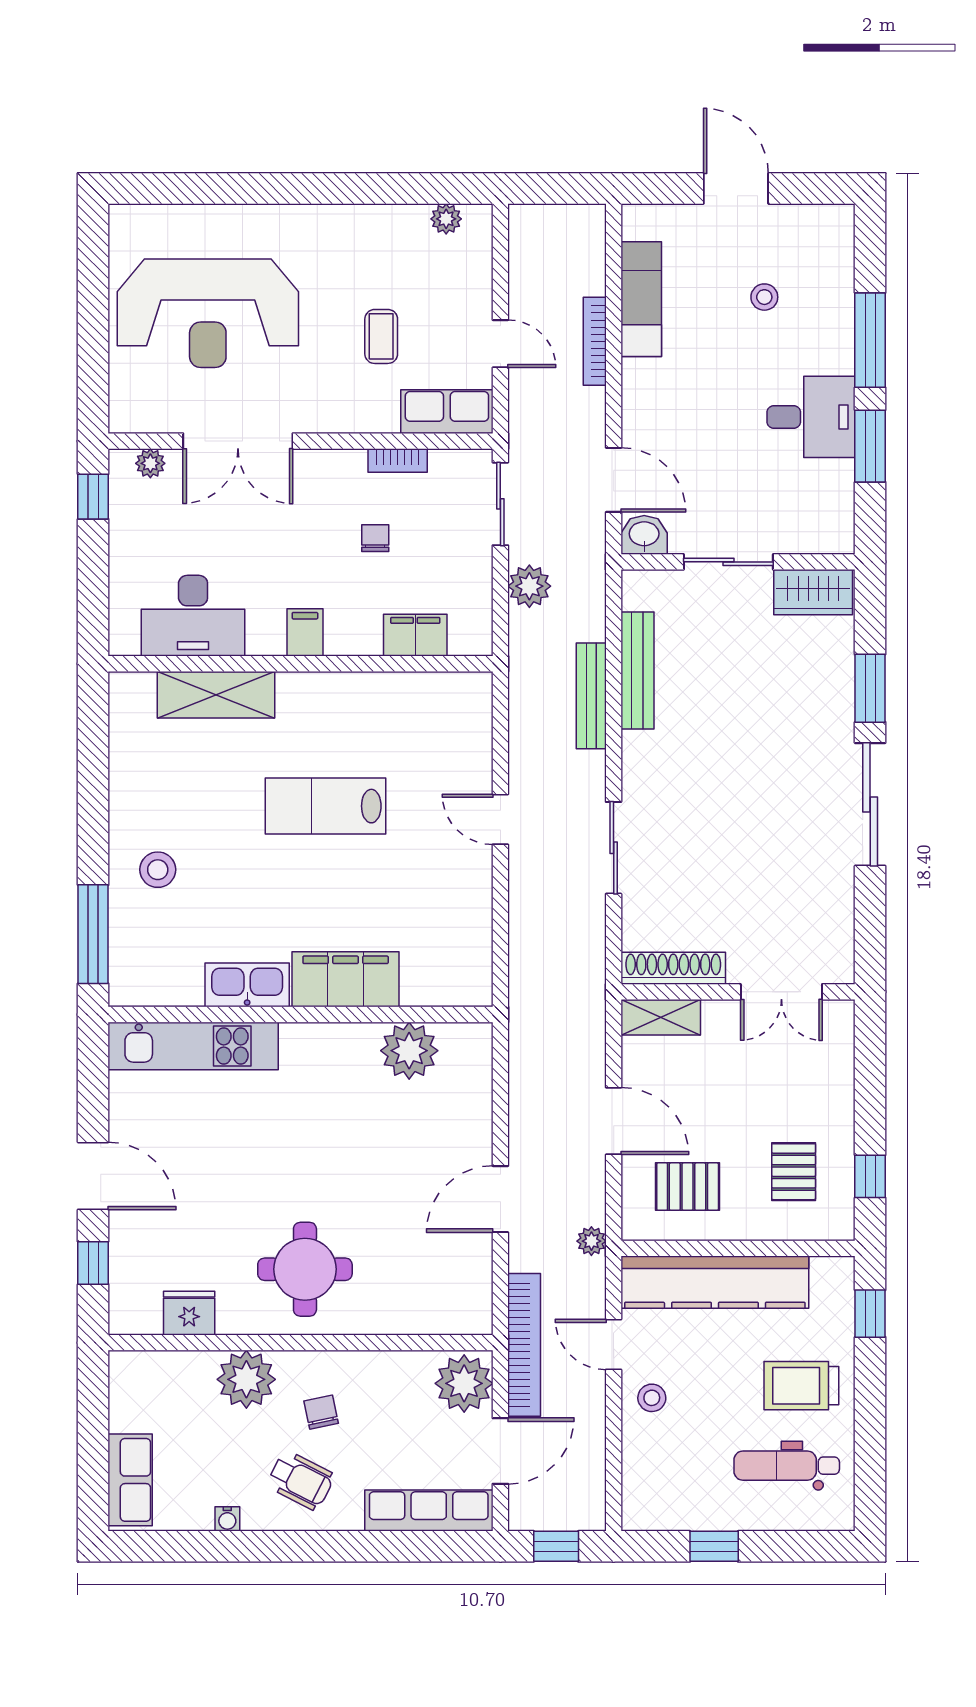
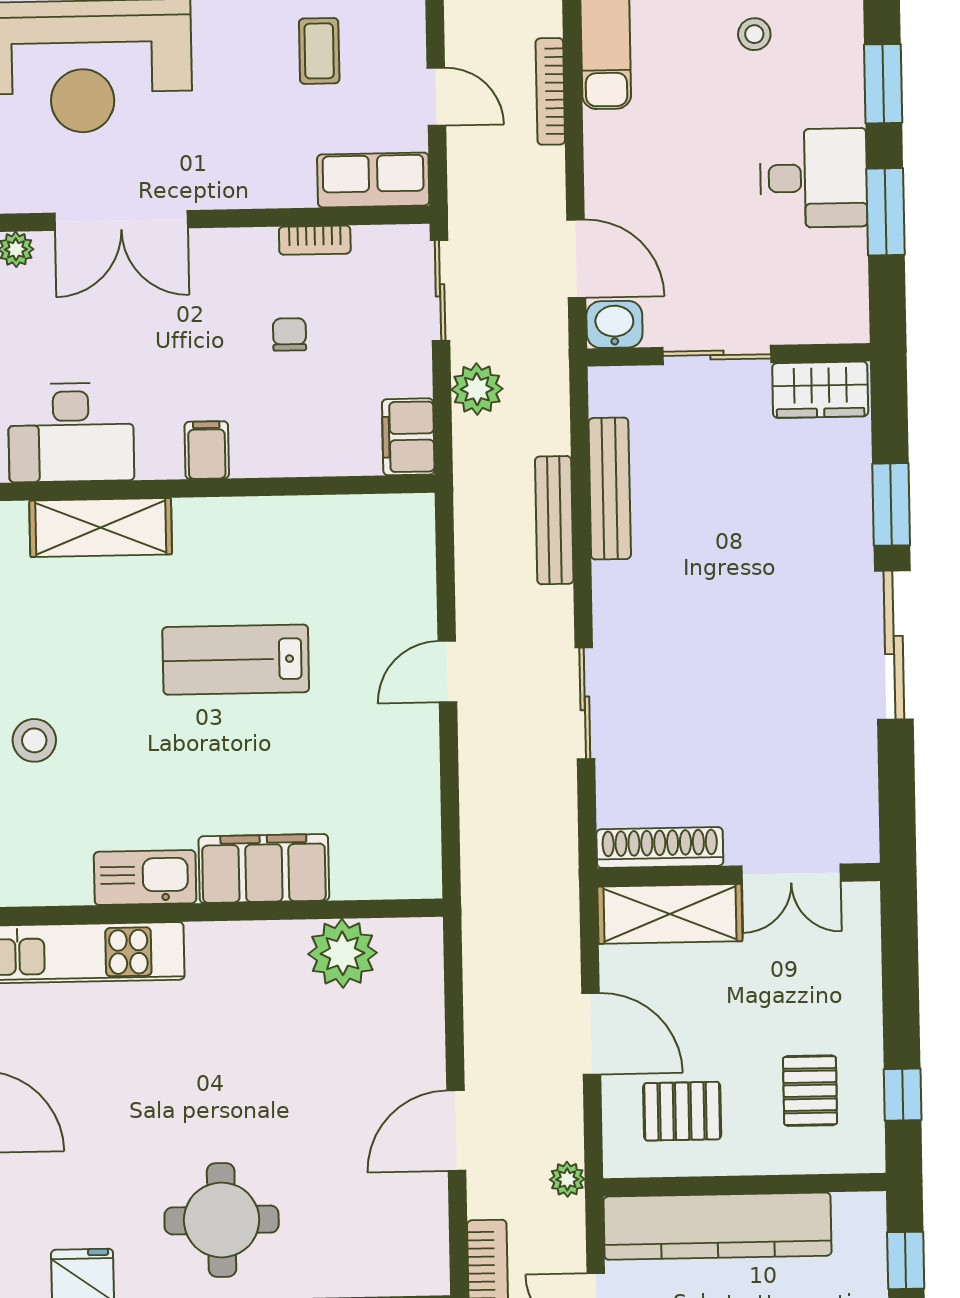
coffee table: (381, 336) -> (319, 51), moved
window: (870, 340) -> (883, 84), width x0.69
filing cabinet: (415, 635) -> (408, 437), moved, turned -90
door: (500, 819) -> (447, 672), hinge flipped
shelving: (661, 1017) -> (670, 914), width x1.50, depth x1.33

